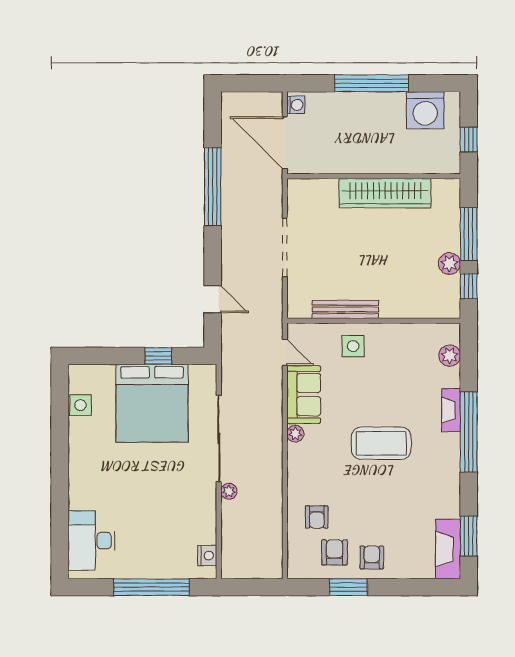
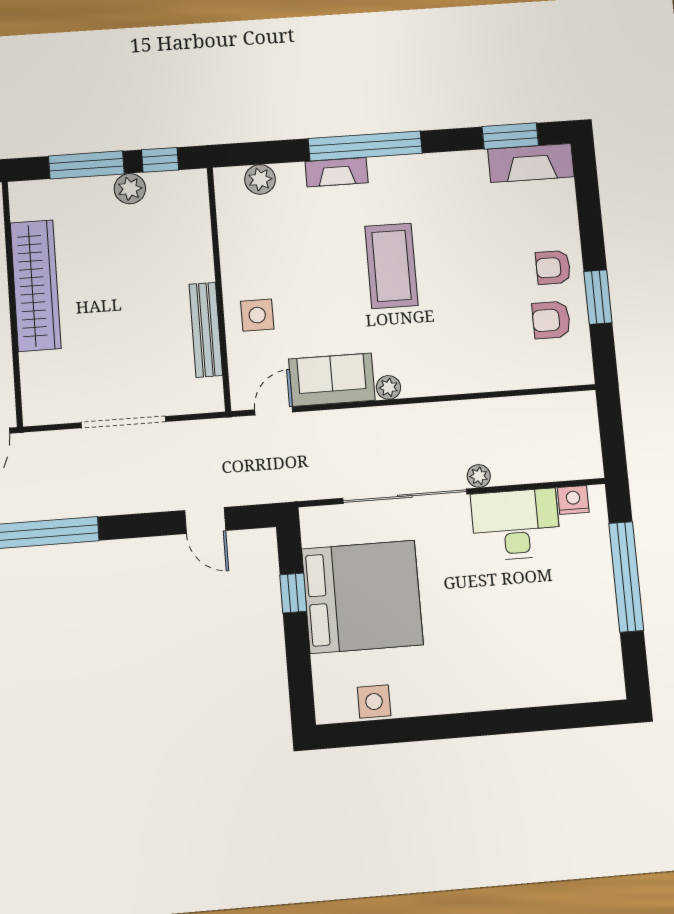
door: (213, 299) -> (205, 520), swing flipped
armchair: (317, 517) -> (504, 349), removed
desk: (91, 541) -> (516, 525), moved, turned 180

